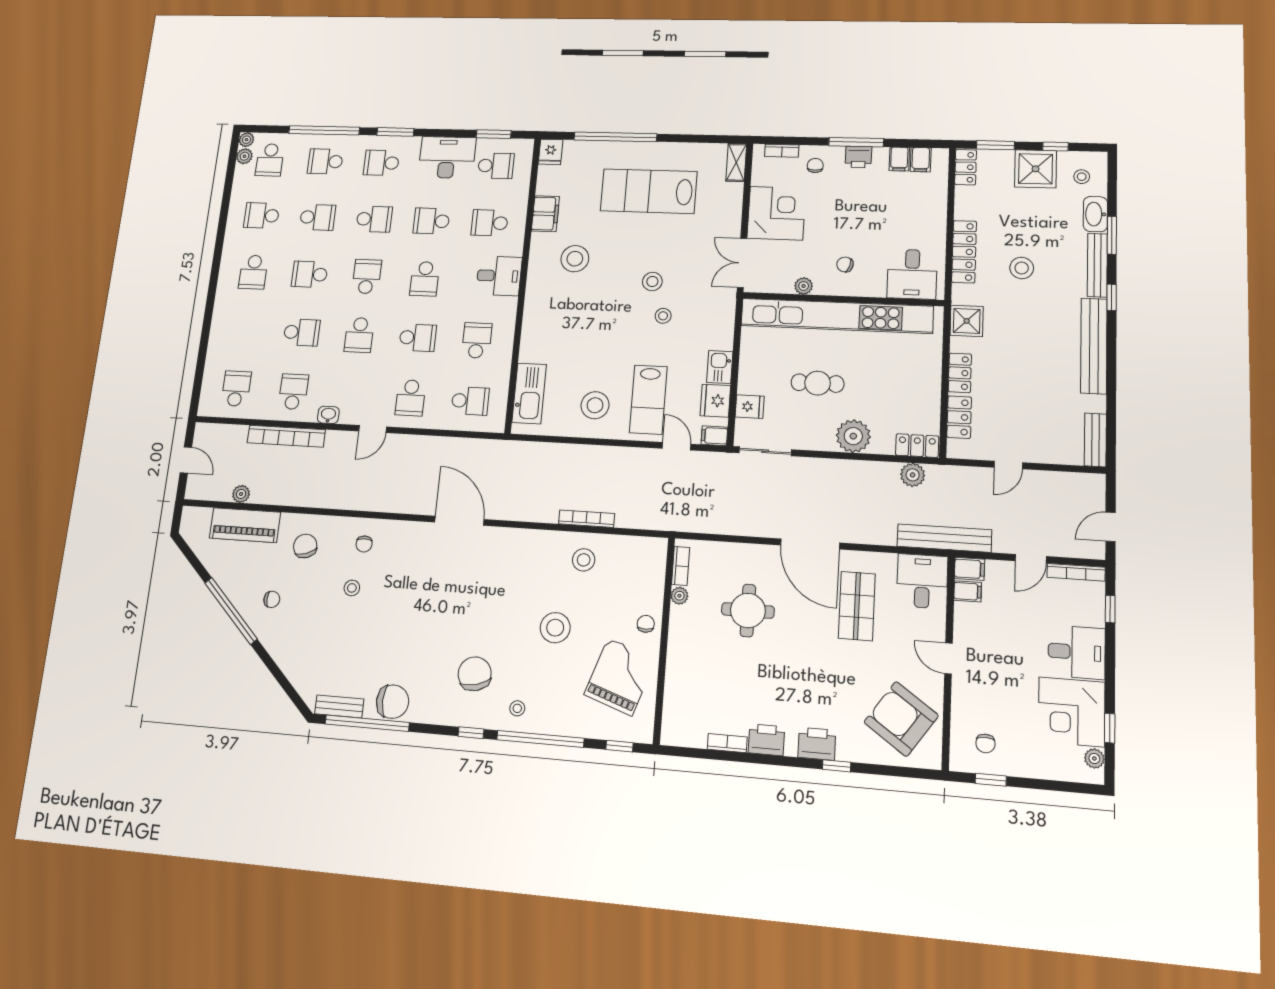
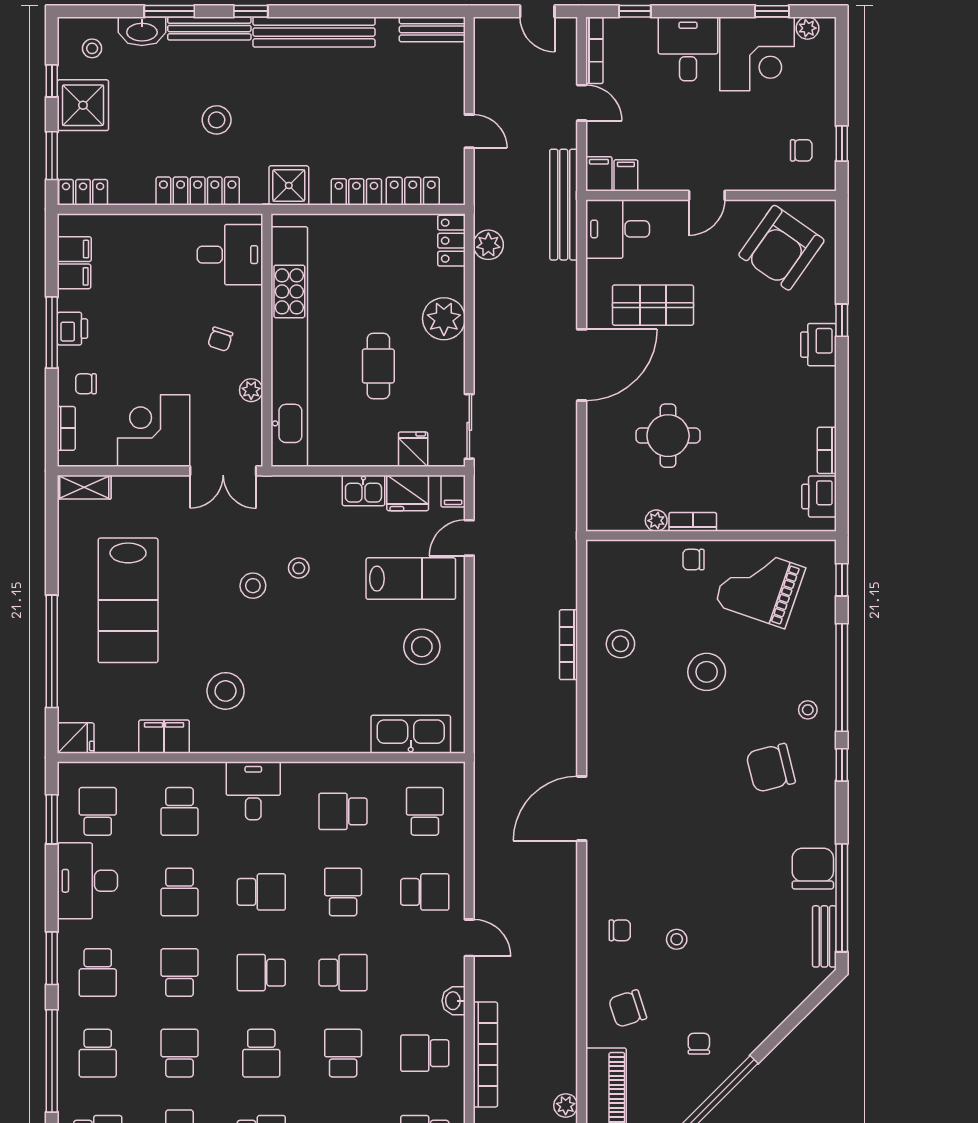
bookcase: (681, 566) -> (693, 522), moved
printer: (766, 740) -> (819, 497), moved

